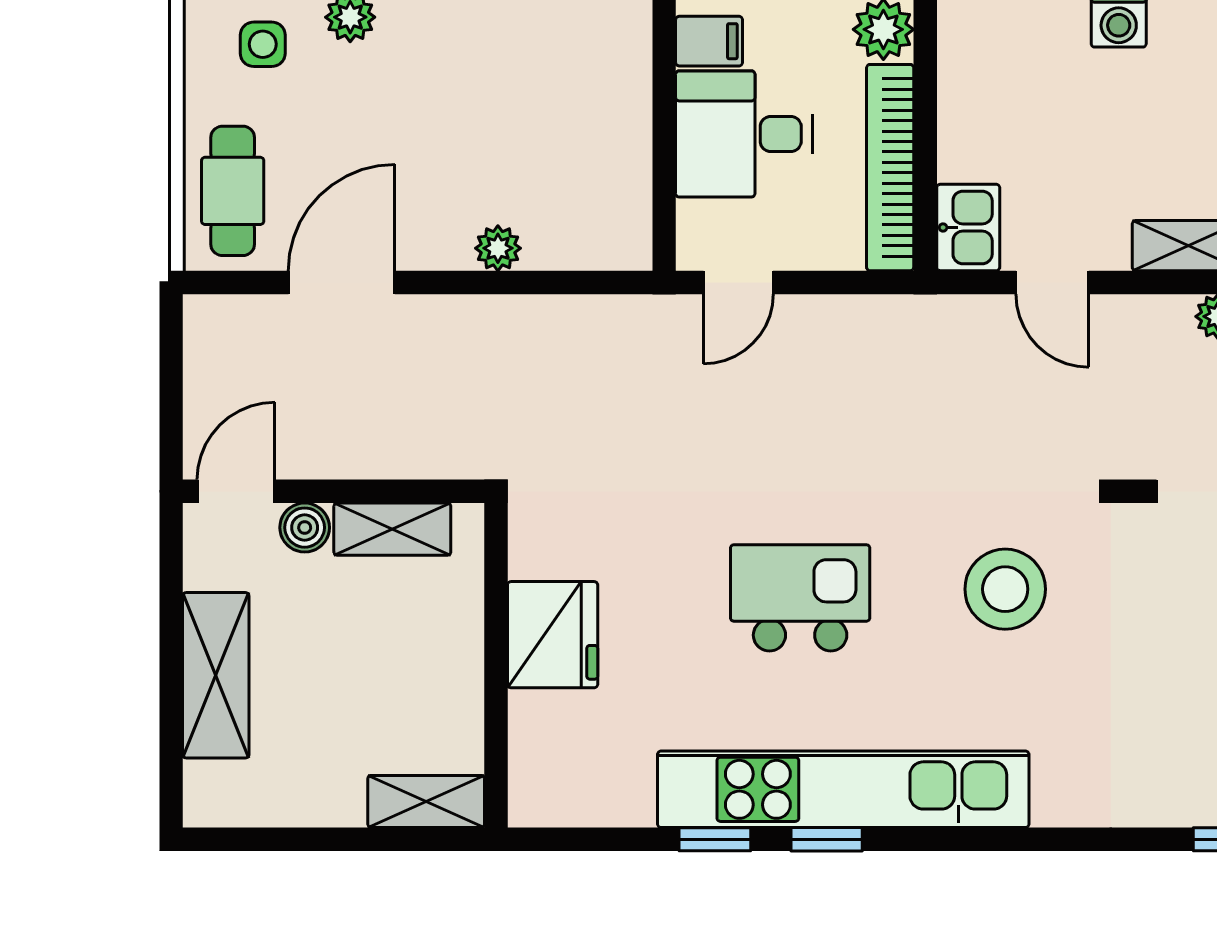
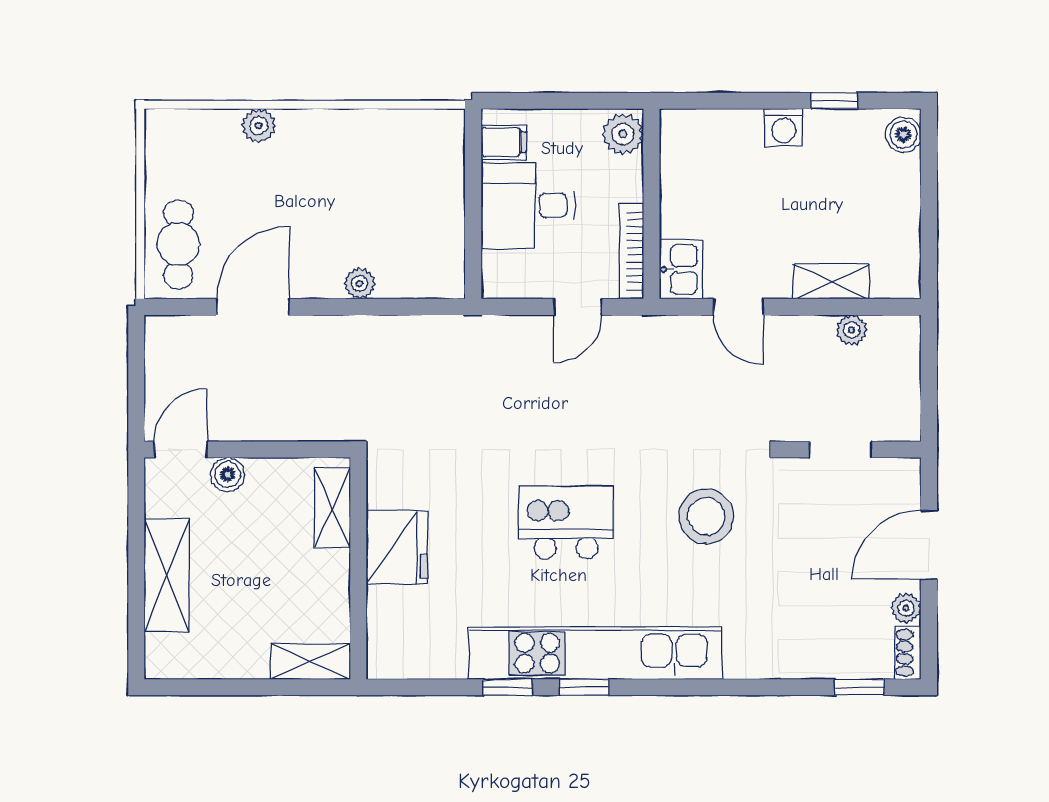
side table: (263, 44) -> (199, 144), removed
bookcase: (890, 168) -> (631, 251), width x0.68, depth x0.76
door: (738, 282) -> (578, 307), moved
shelving: (392, 529) -> (332, 508), moved, turned 90

